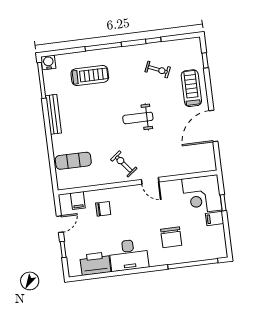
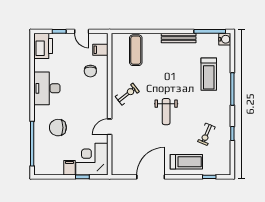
weight bench: (138, 118) -> (166, 112), turned 180
door: (213, 126) -> (151, 177), hinge flipped
door: (150, 181) -> (110, 127), moved
printer: (95, 264) -> (43, 46), moved

